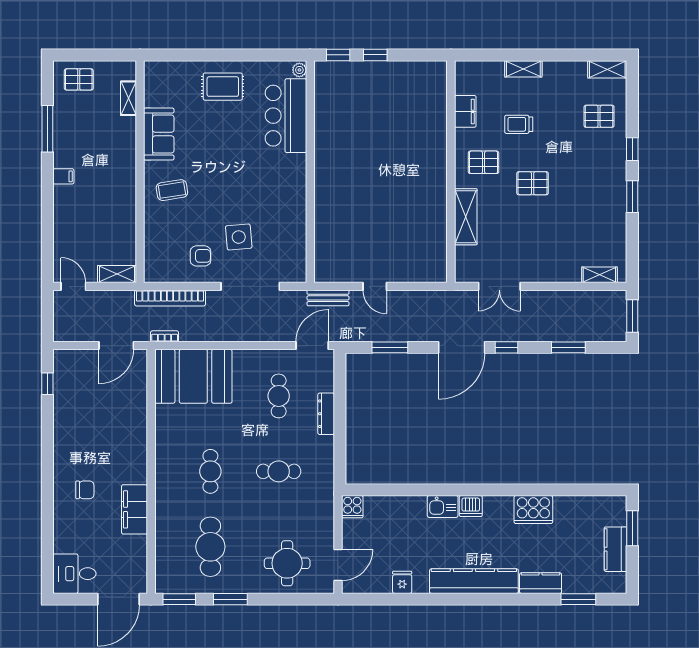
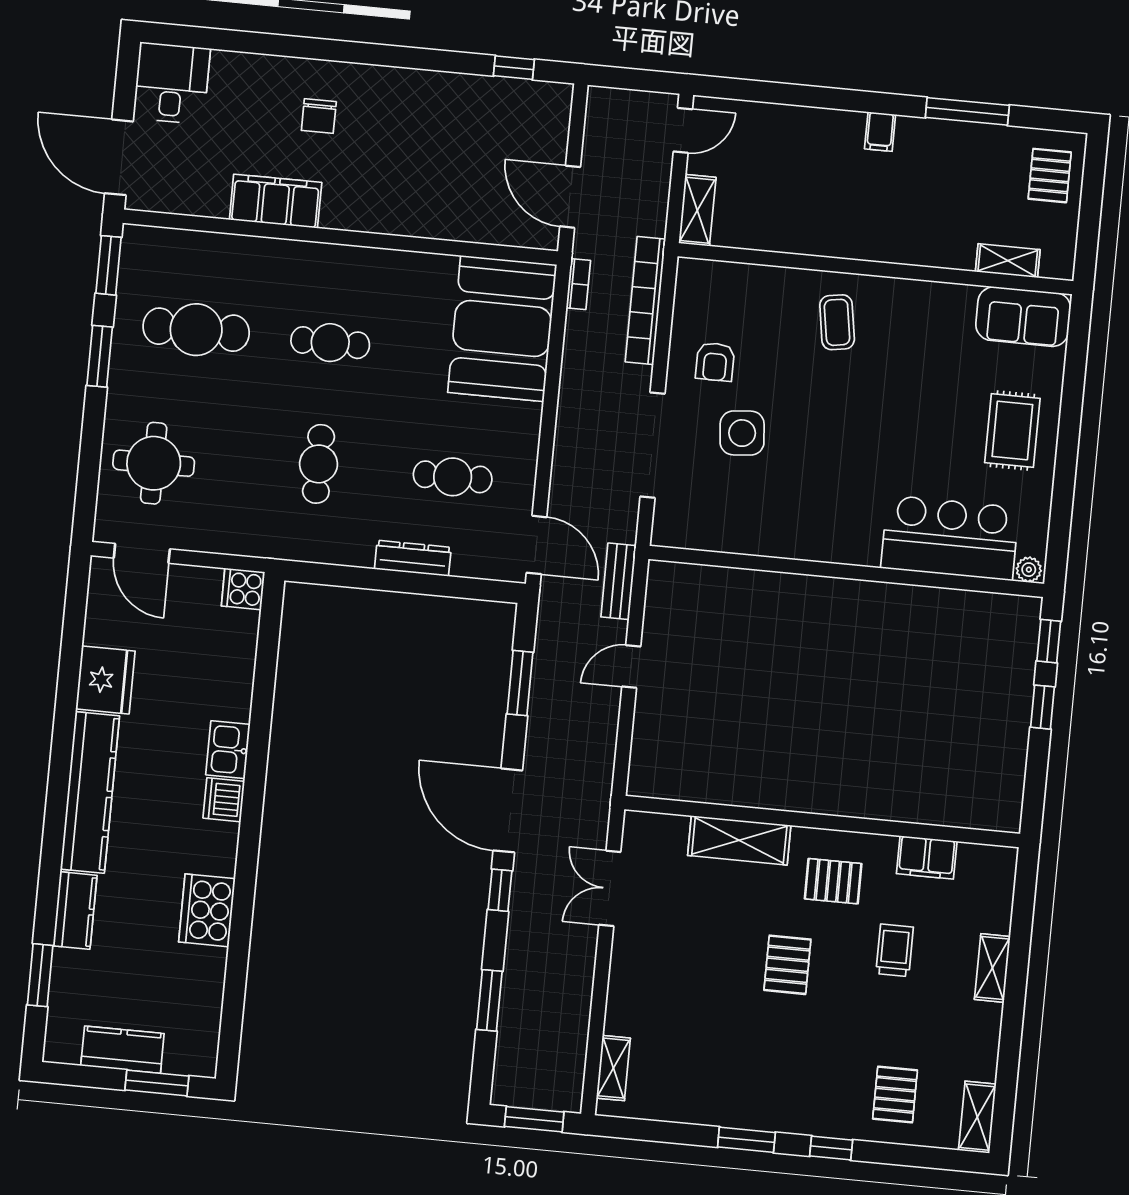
sofa: (159, 134) -> (1023, 317), moved
pallet: (484, 162) -> (833, 881), turned 90
fridge: (402, 582) -> (105, 680), width x1.88, depth x1.34

